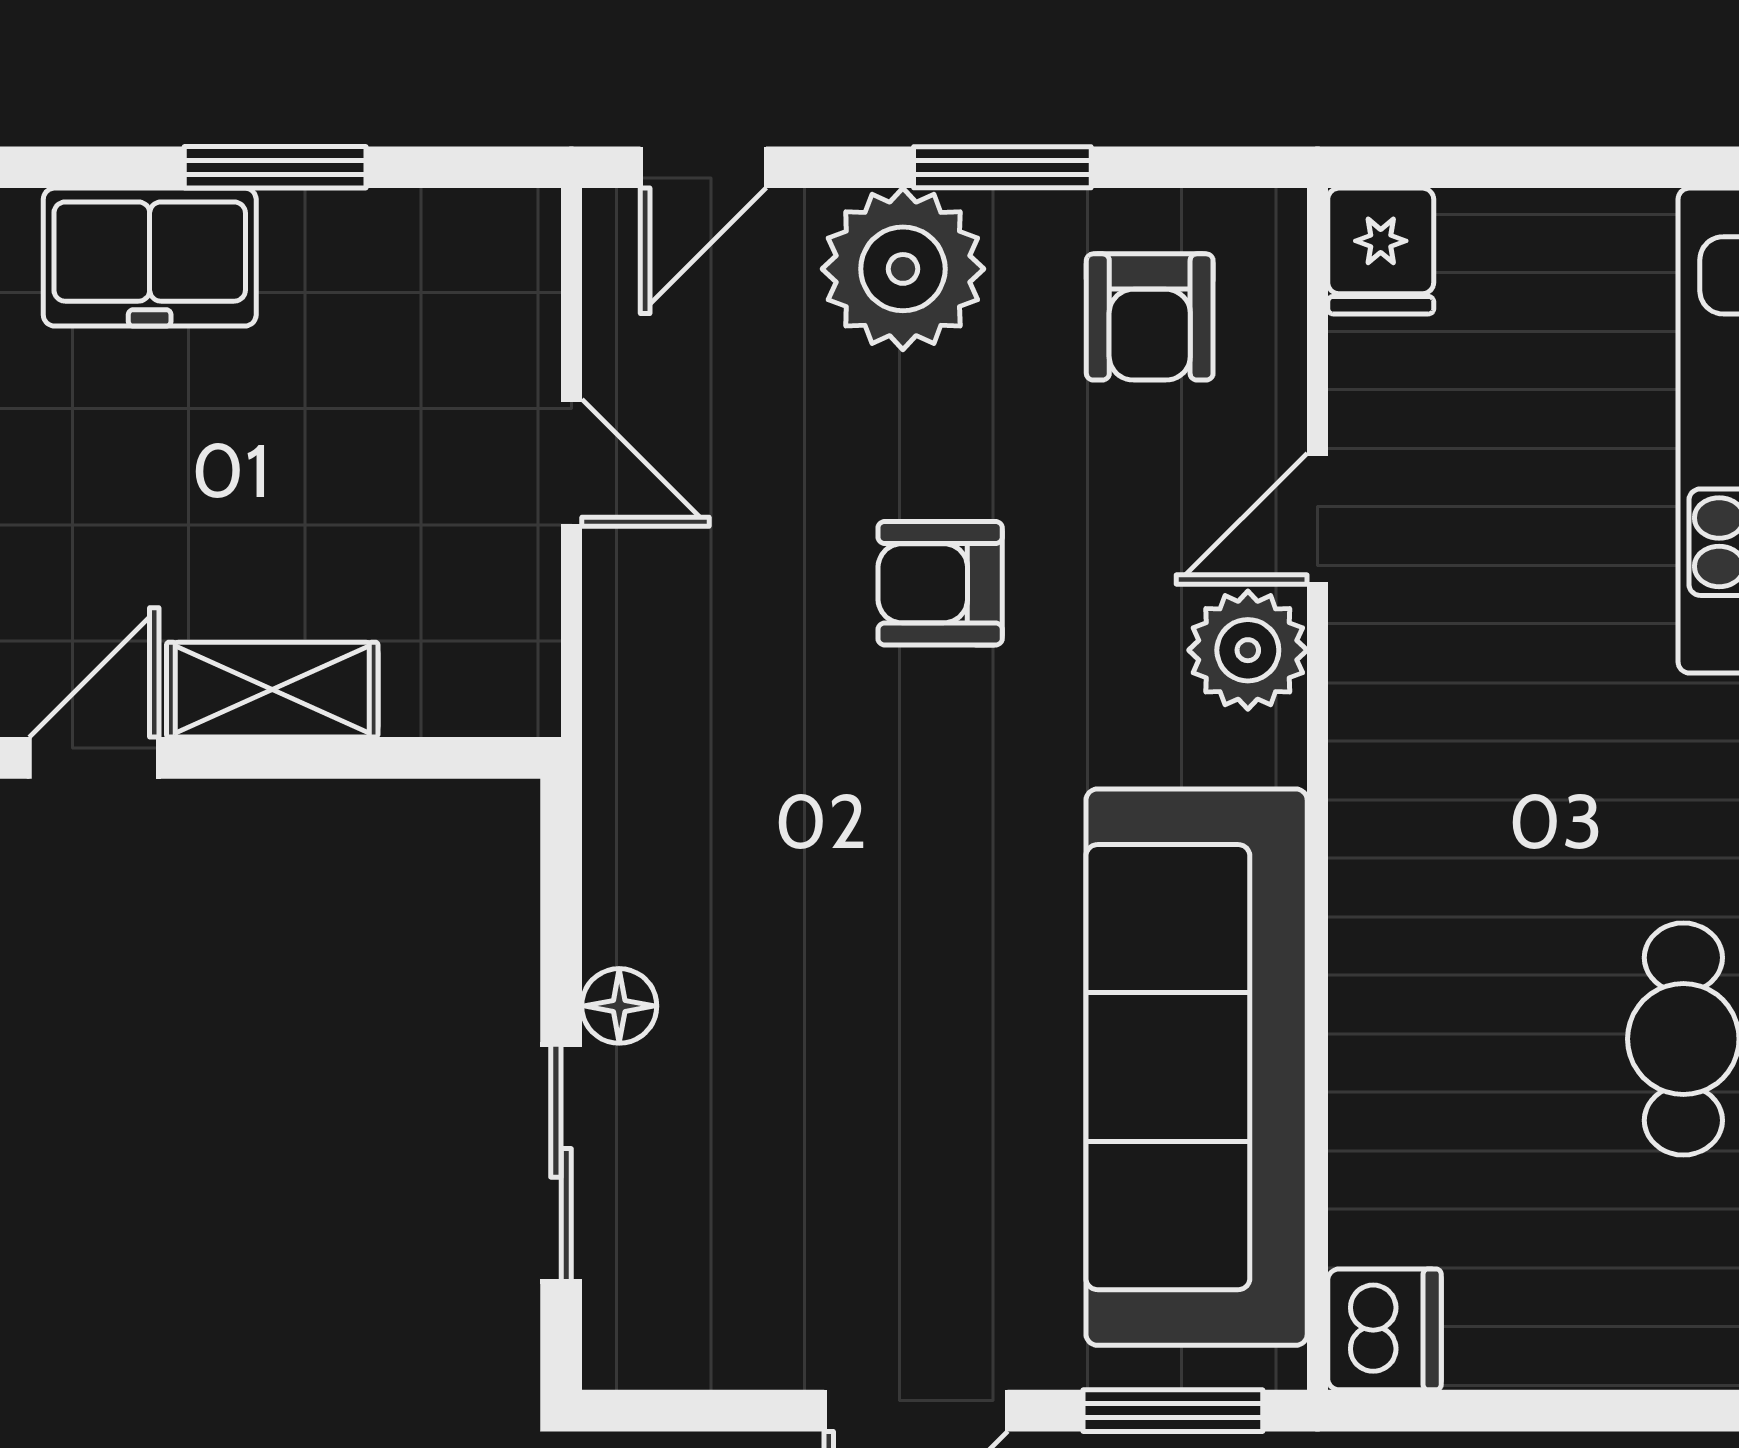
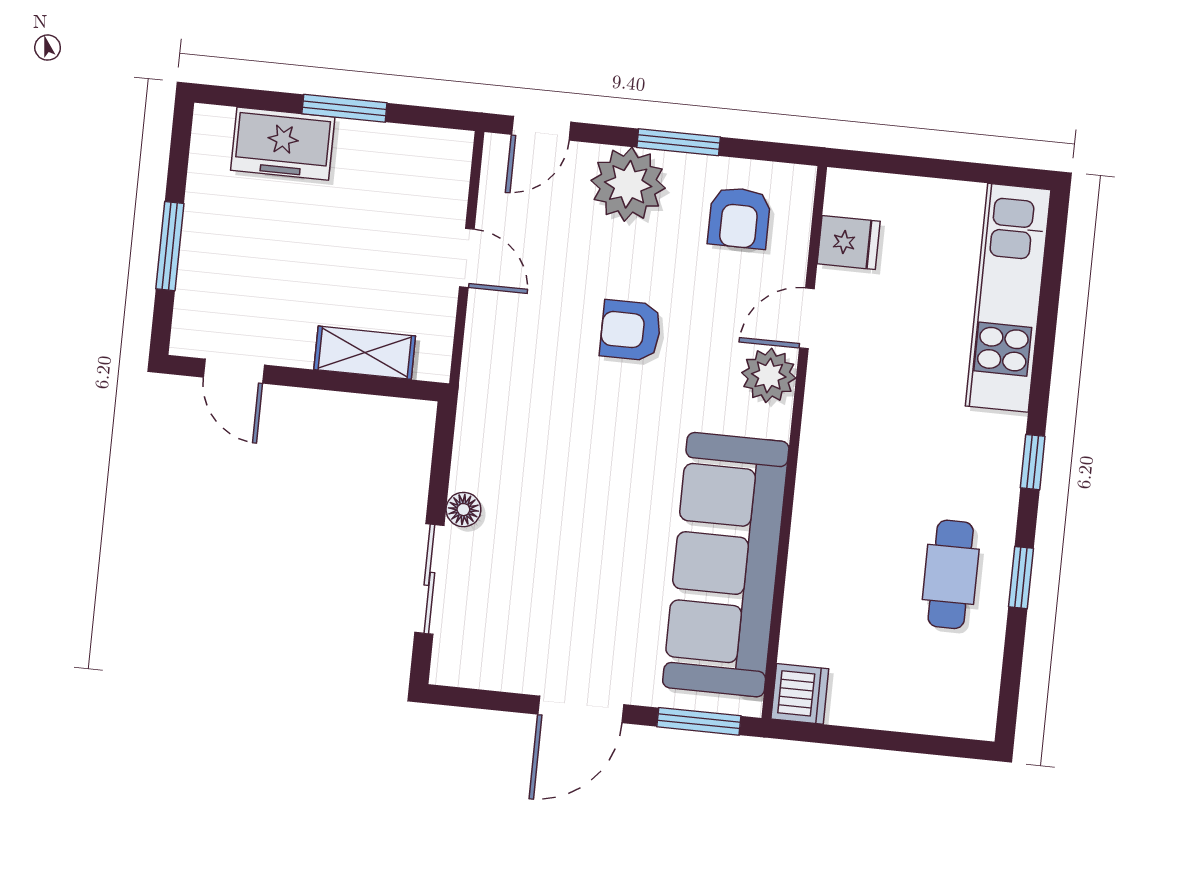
fridge: (1381, 251) -> (849, 243), moved, turned -90
shelving: (272, 690) -> (365, 353), moved
door: (94, 758) -> (234, 371), swing flipped

